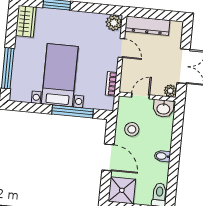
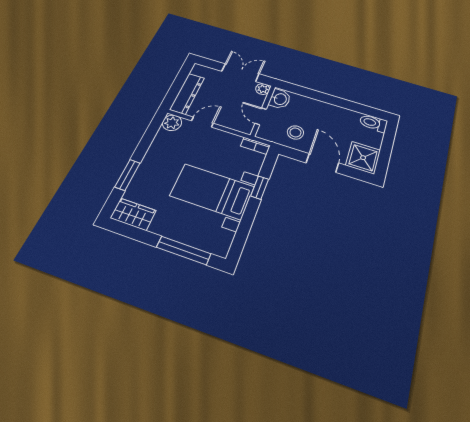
bookcase: (111, 84) -> (255, 146), moved
window: (72, 111) -> (260, 188), width x0.46
bidet: (162, 156) -> (331, 111), removed
door: (108, 157) -> (322, 163), hinge flipped

